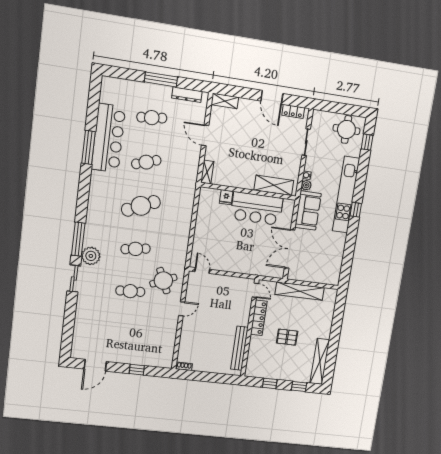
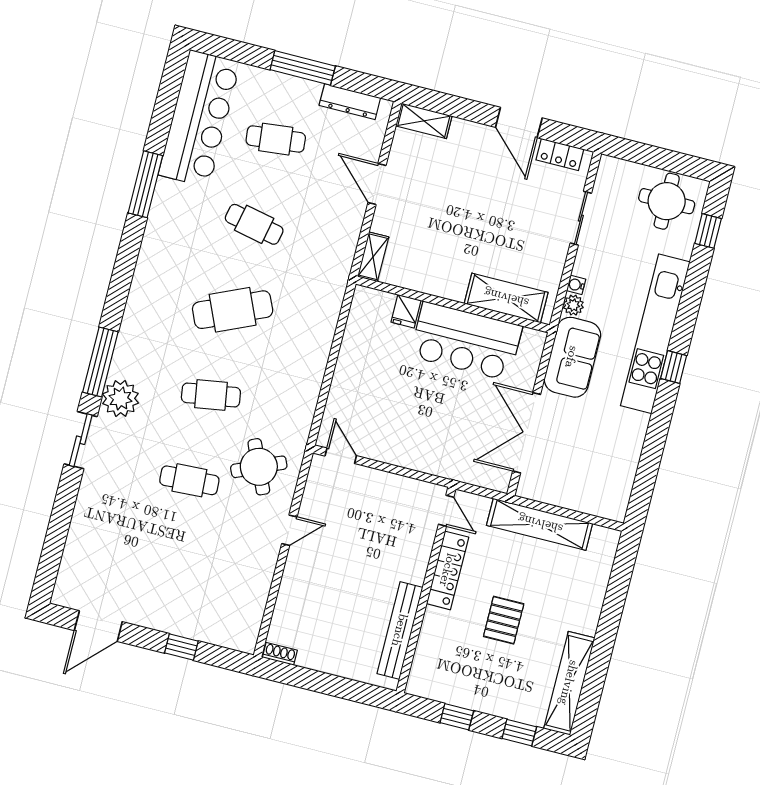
bar counter: (108, 138) -> (199, 119), moved
cafe table: (146, 162) -> (254, 224), turned 30
pallet: (287, 337) -> (504, 620), turned 90

